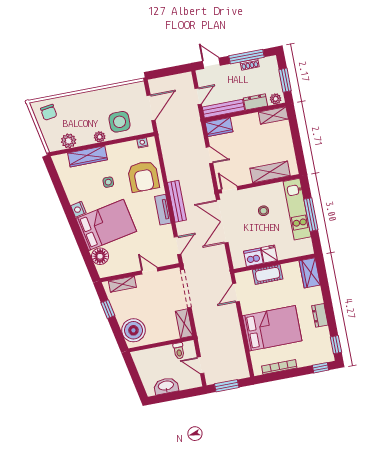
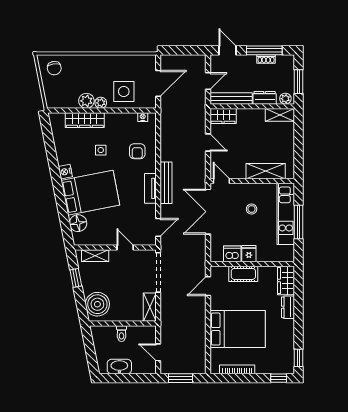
plant: (69, 141) -> (86, 101), moved
armchair: (143, 176) -> (137, 151), width x0.53, depth x0.53
dresser: (320, 315) -> (288, 307), moved
toilet: (179, 351) -> (121, 334), moved

